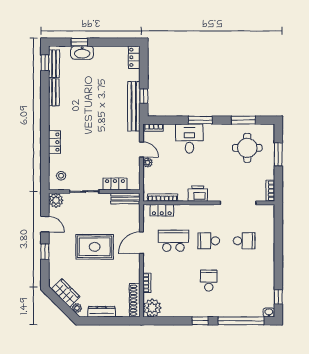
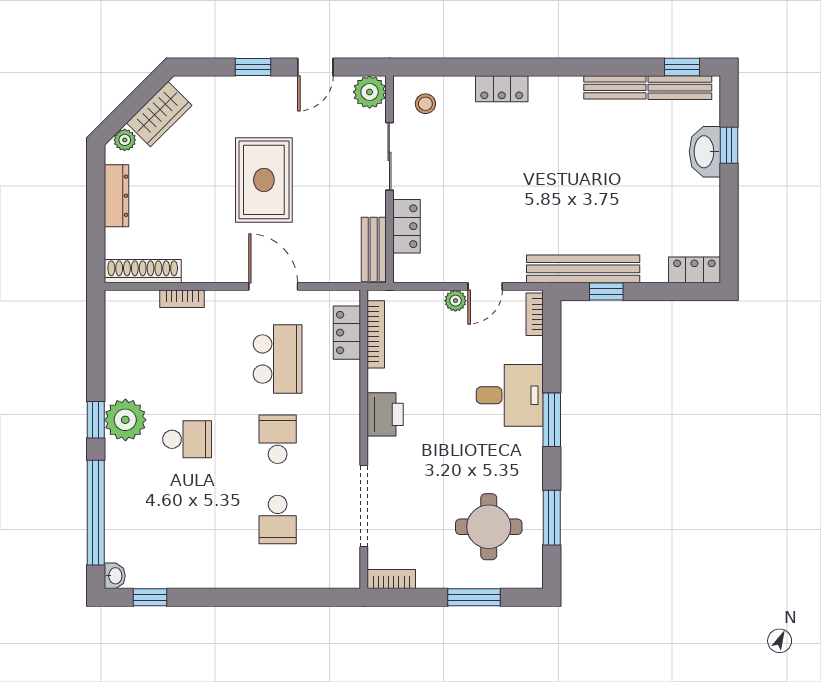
plant: (152, 308) -> (125, 420), moved

